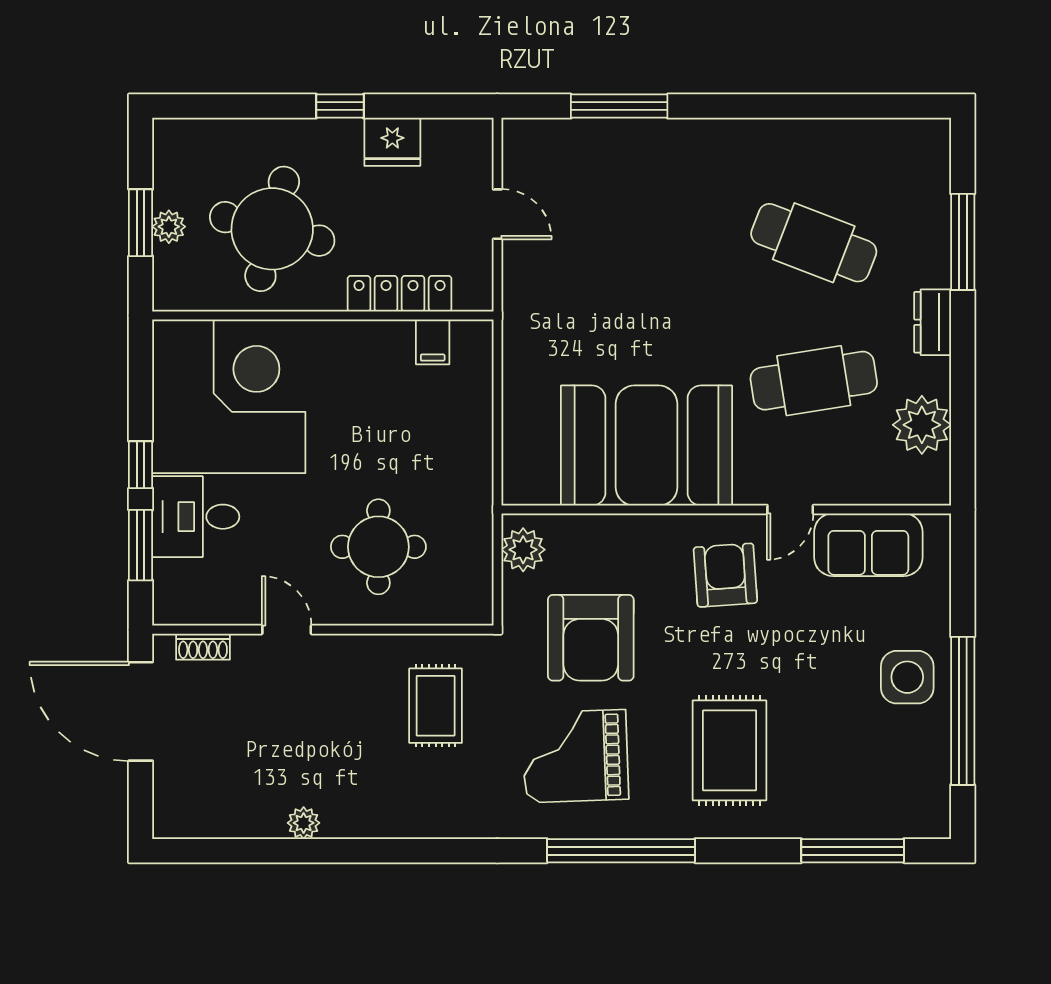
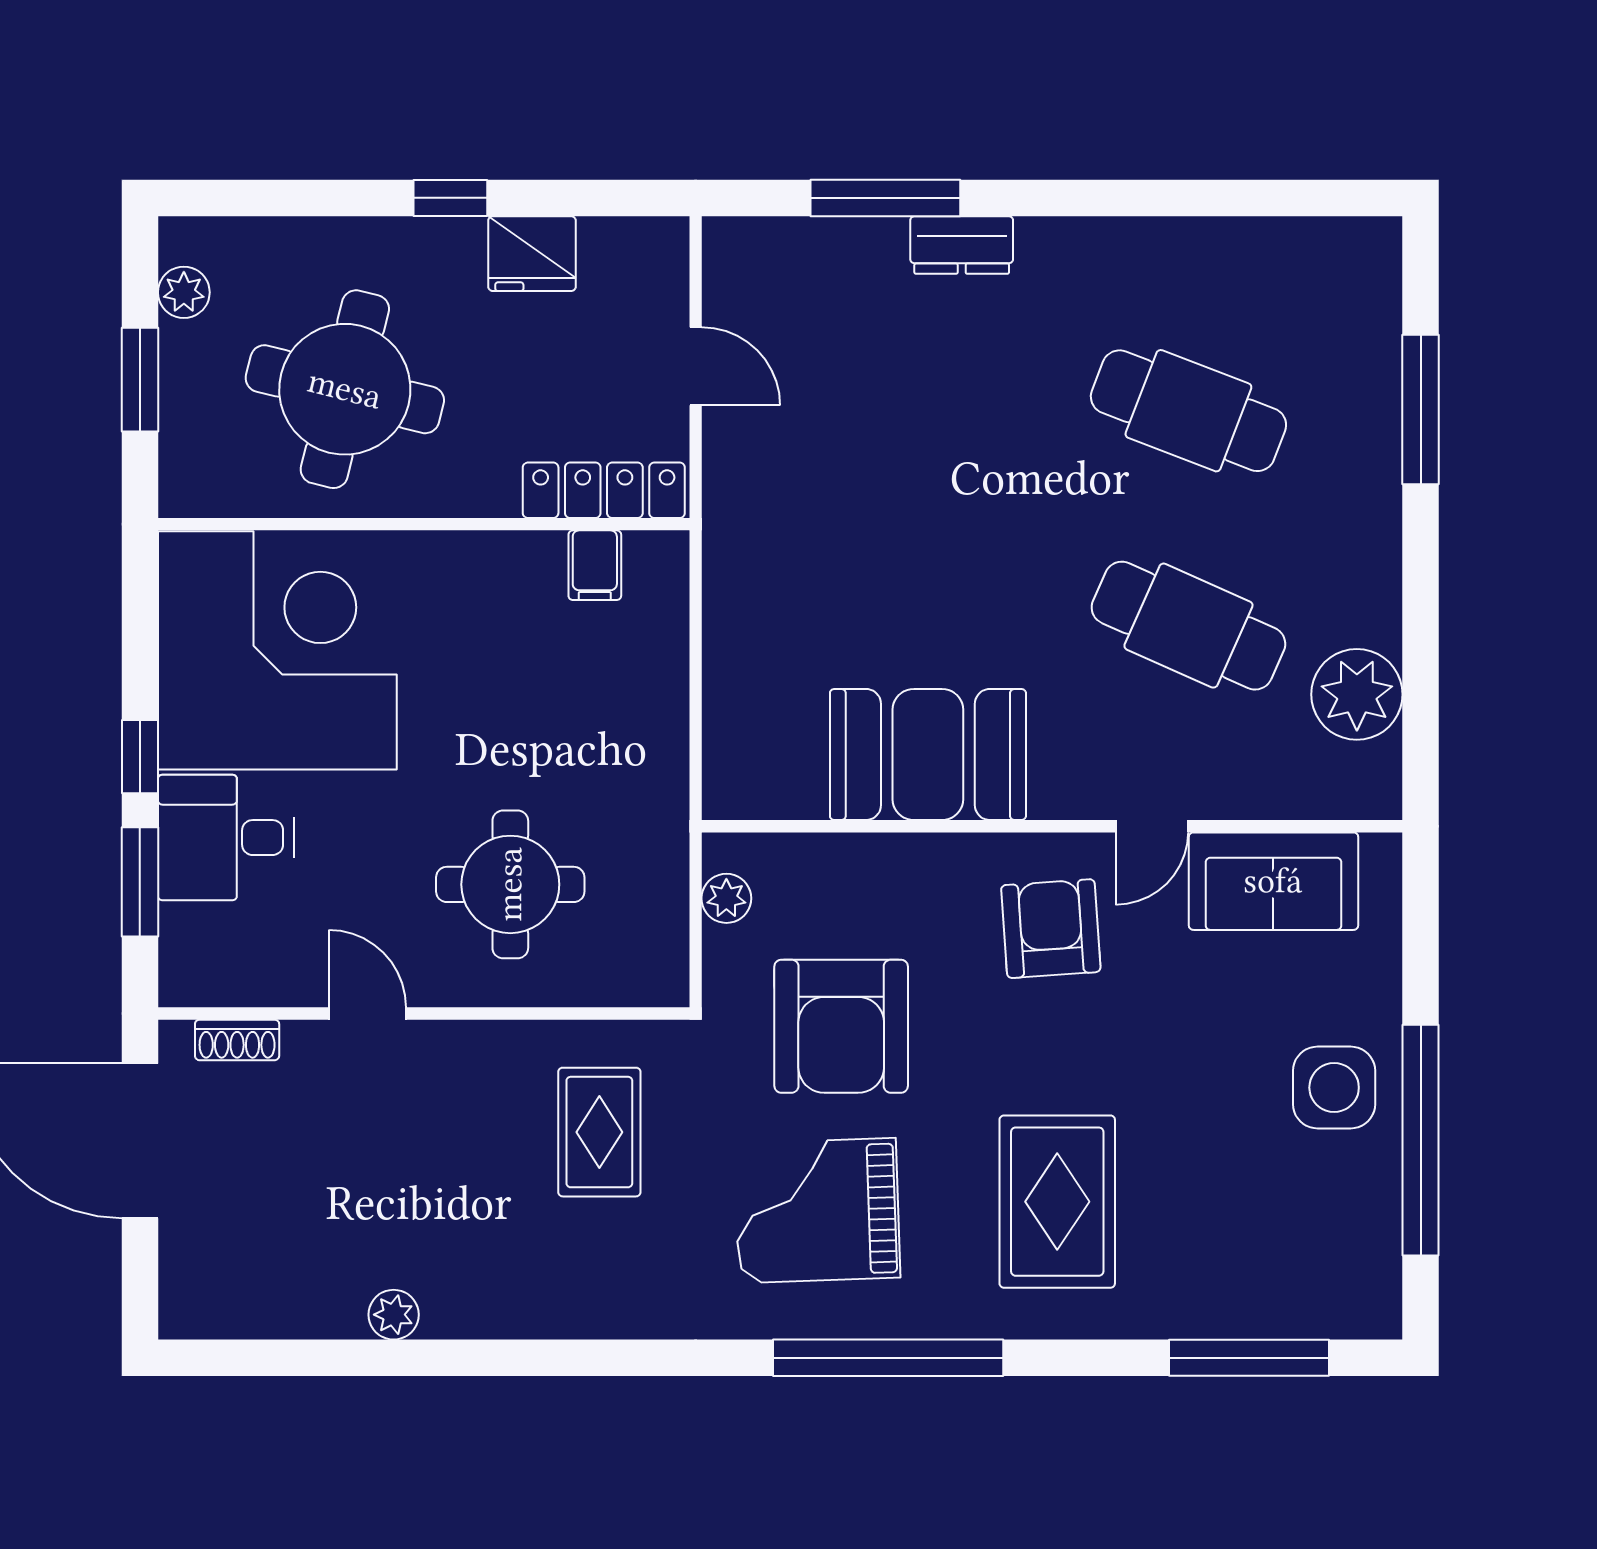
plant: (169, 227) -> (184, 292), moved
locker: (400, 294) -> (604, 490), moved
dresser: (933, 322) -> (962, 245), moved, turned -90
cafe table: (814, 381) -> (1188, 626), turned 33
booth: (646, 446) -> (928, 754), width x0.73, depth x0.70
plant: (523, 550) -> (726, 898), width x0.73, depth x0.73

